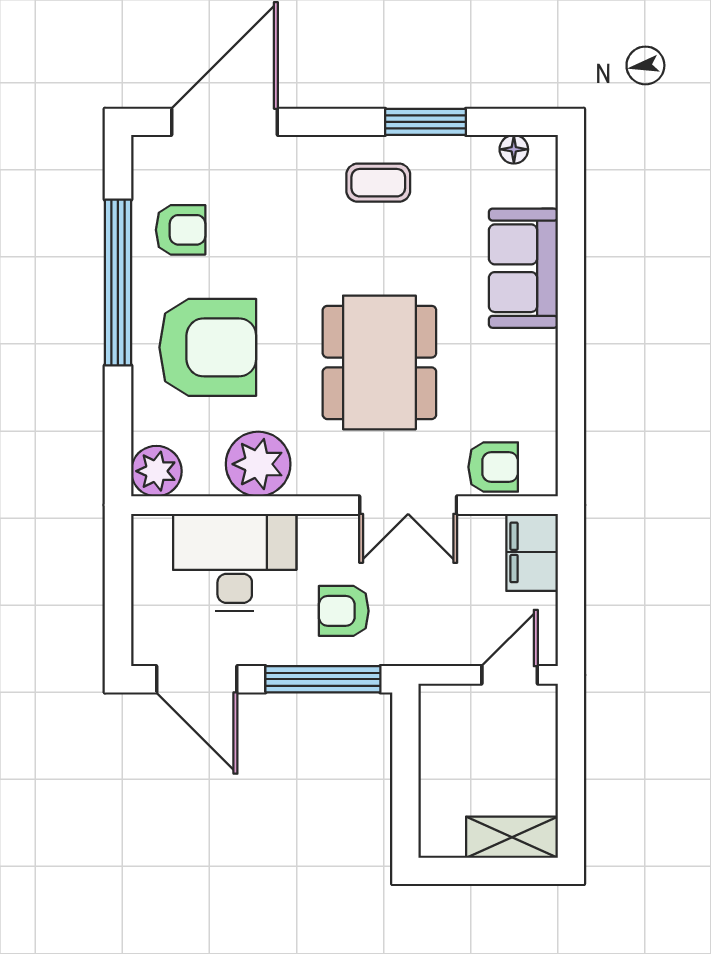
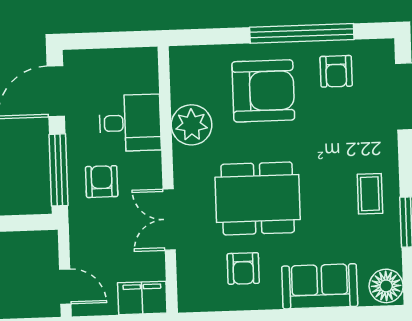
floor lamp: (514, 149) -> (386, 286), width x1.89, depth x1.89
armchair: (208, 347) -> (263, 91), turned -90
armchair: (493, 467) -> (243, 268), moved
plant: (156, 471) -> (185, 61), removed
desk: (235, 562) -> (130, 123), width x0.73

